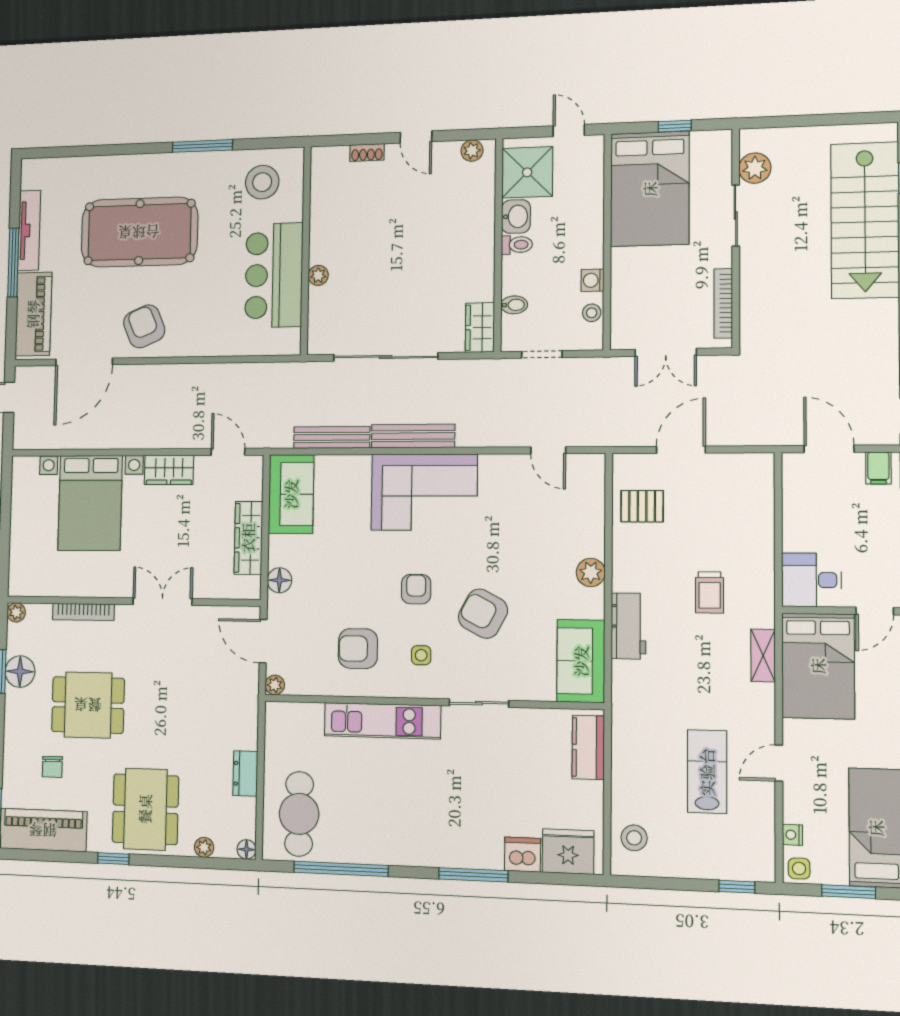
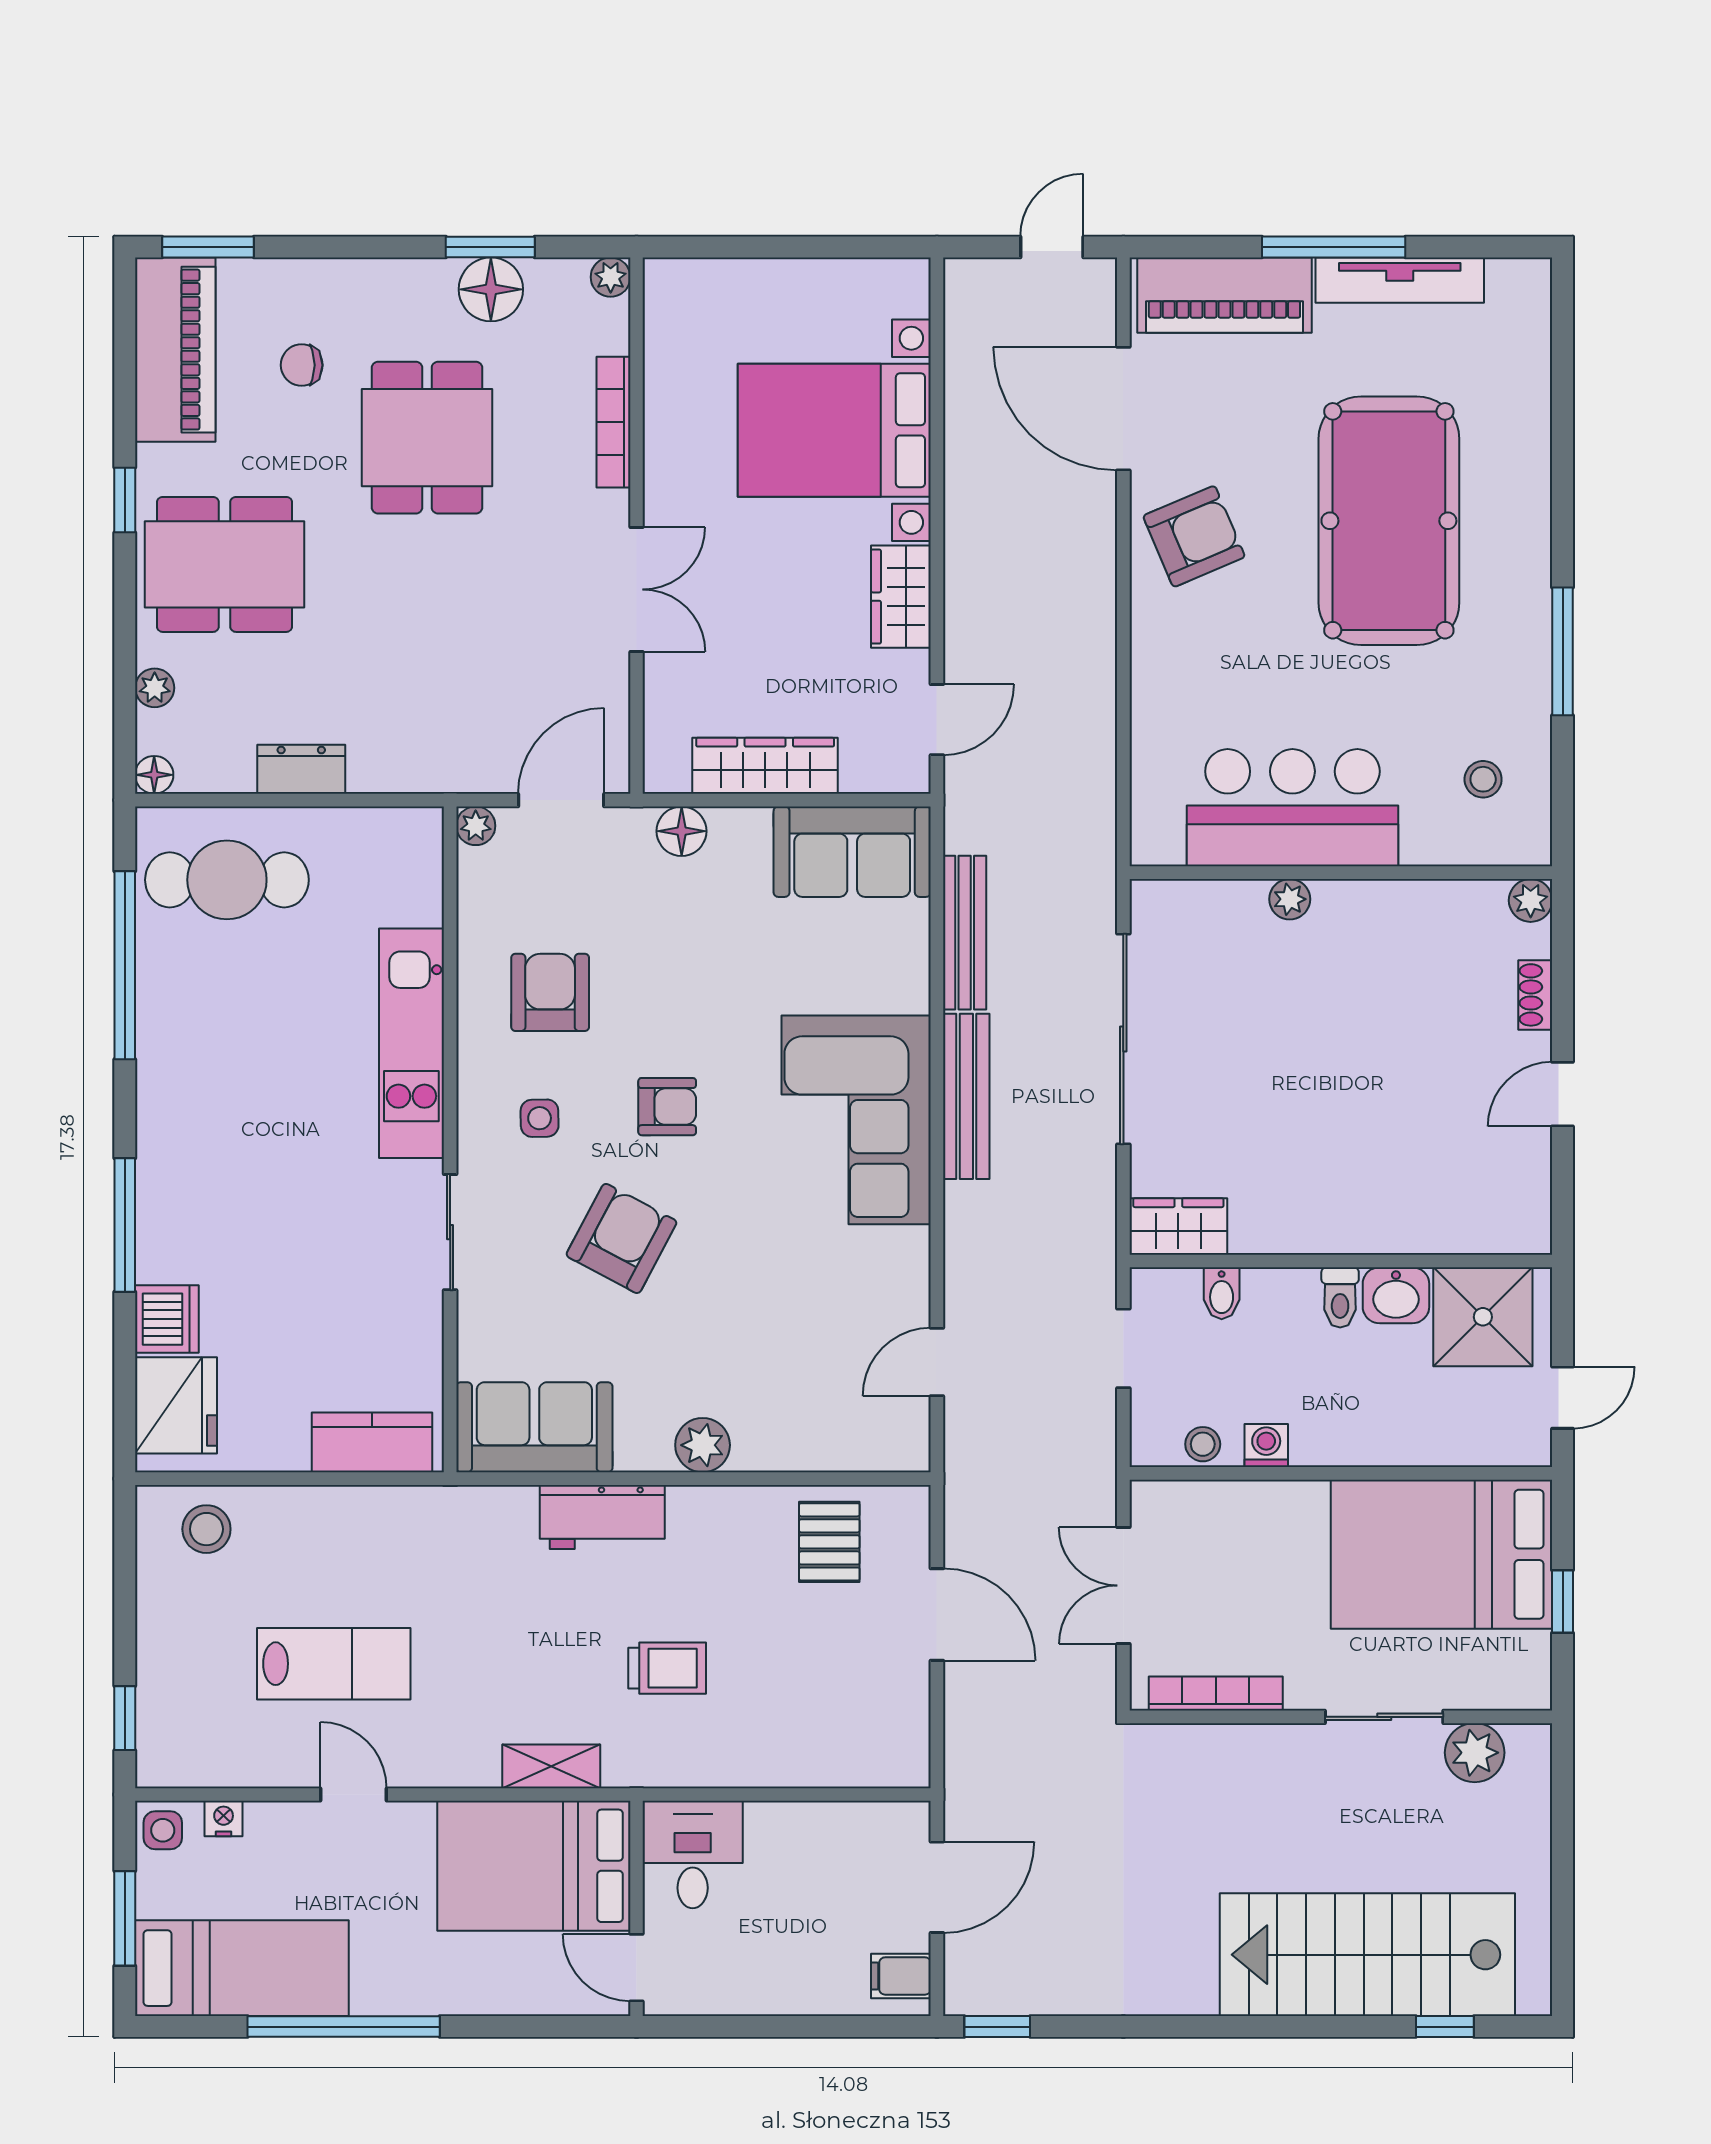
plant: (472, 151) -> (1531, 900), moved
stool: (262, 182) -> (1483, 779), width x0.53, depth x0.53
trolley: (710, 592) -> (667, 1668), turned 180

